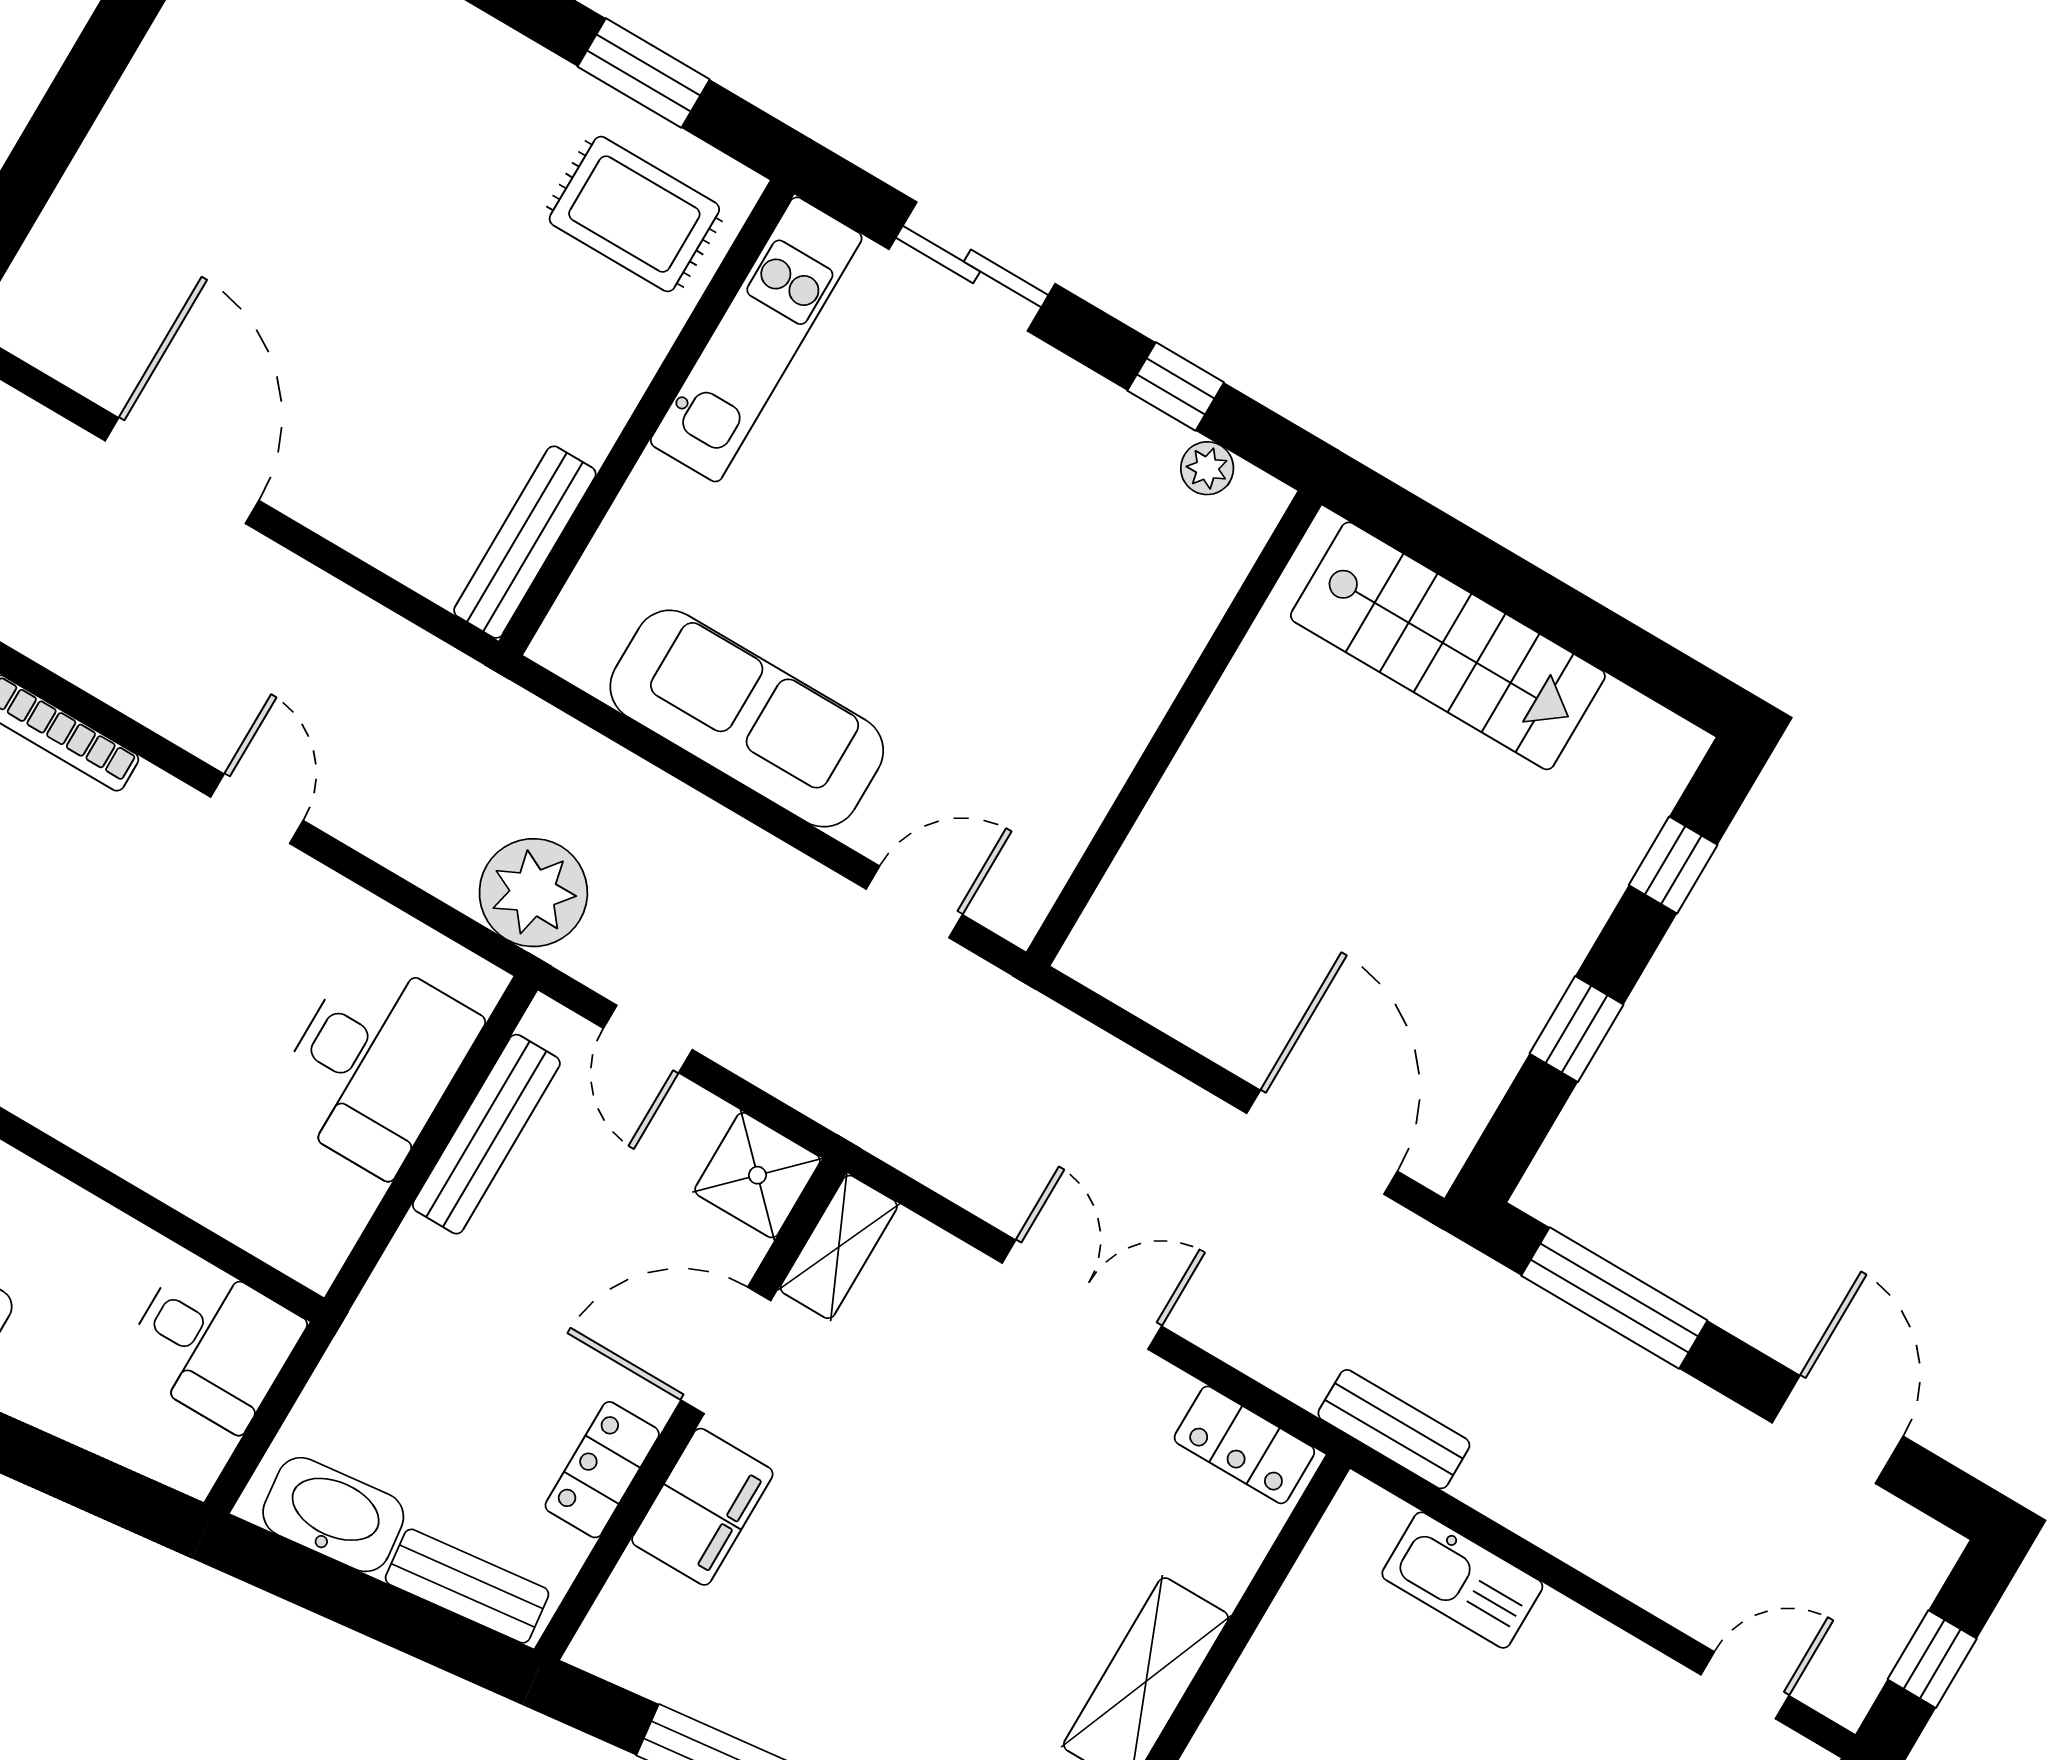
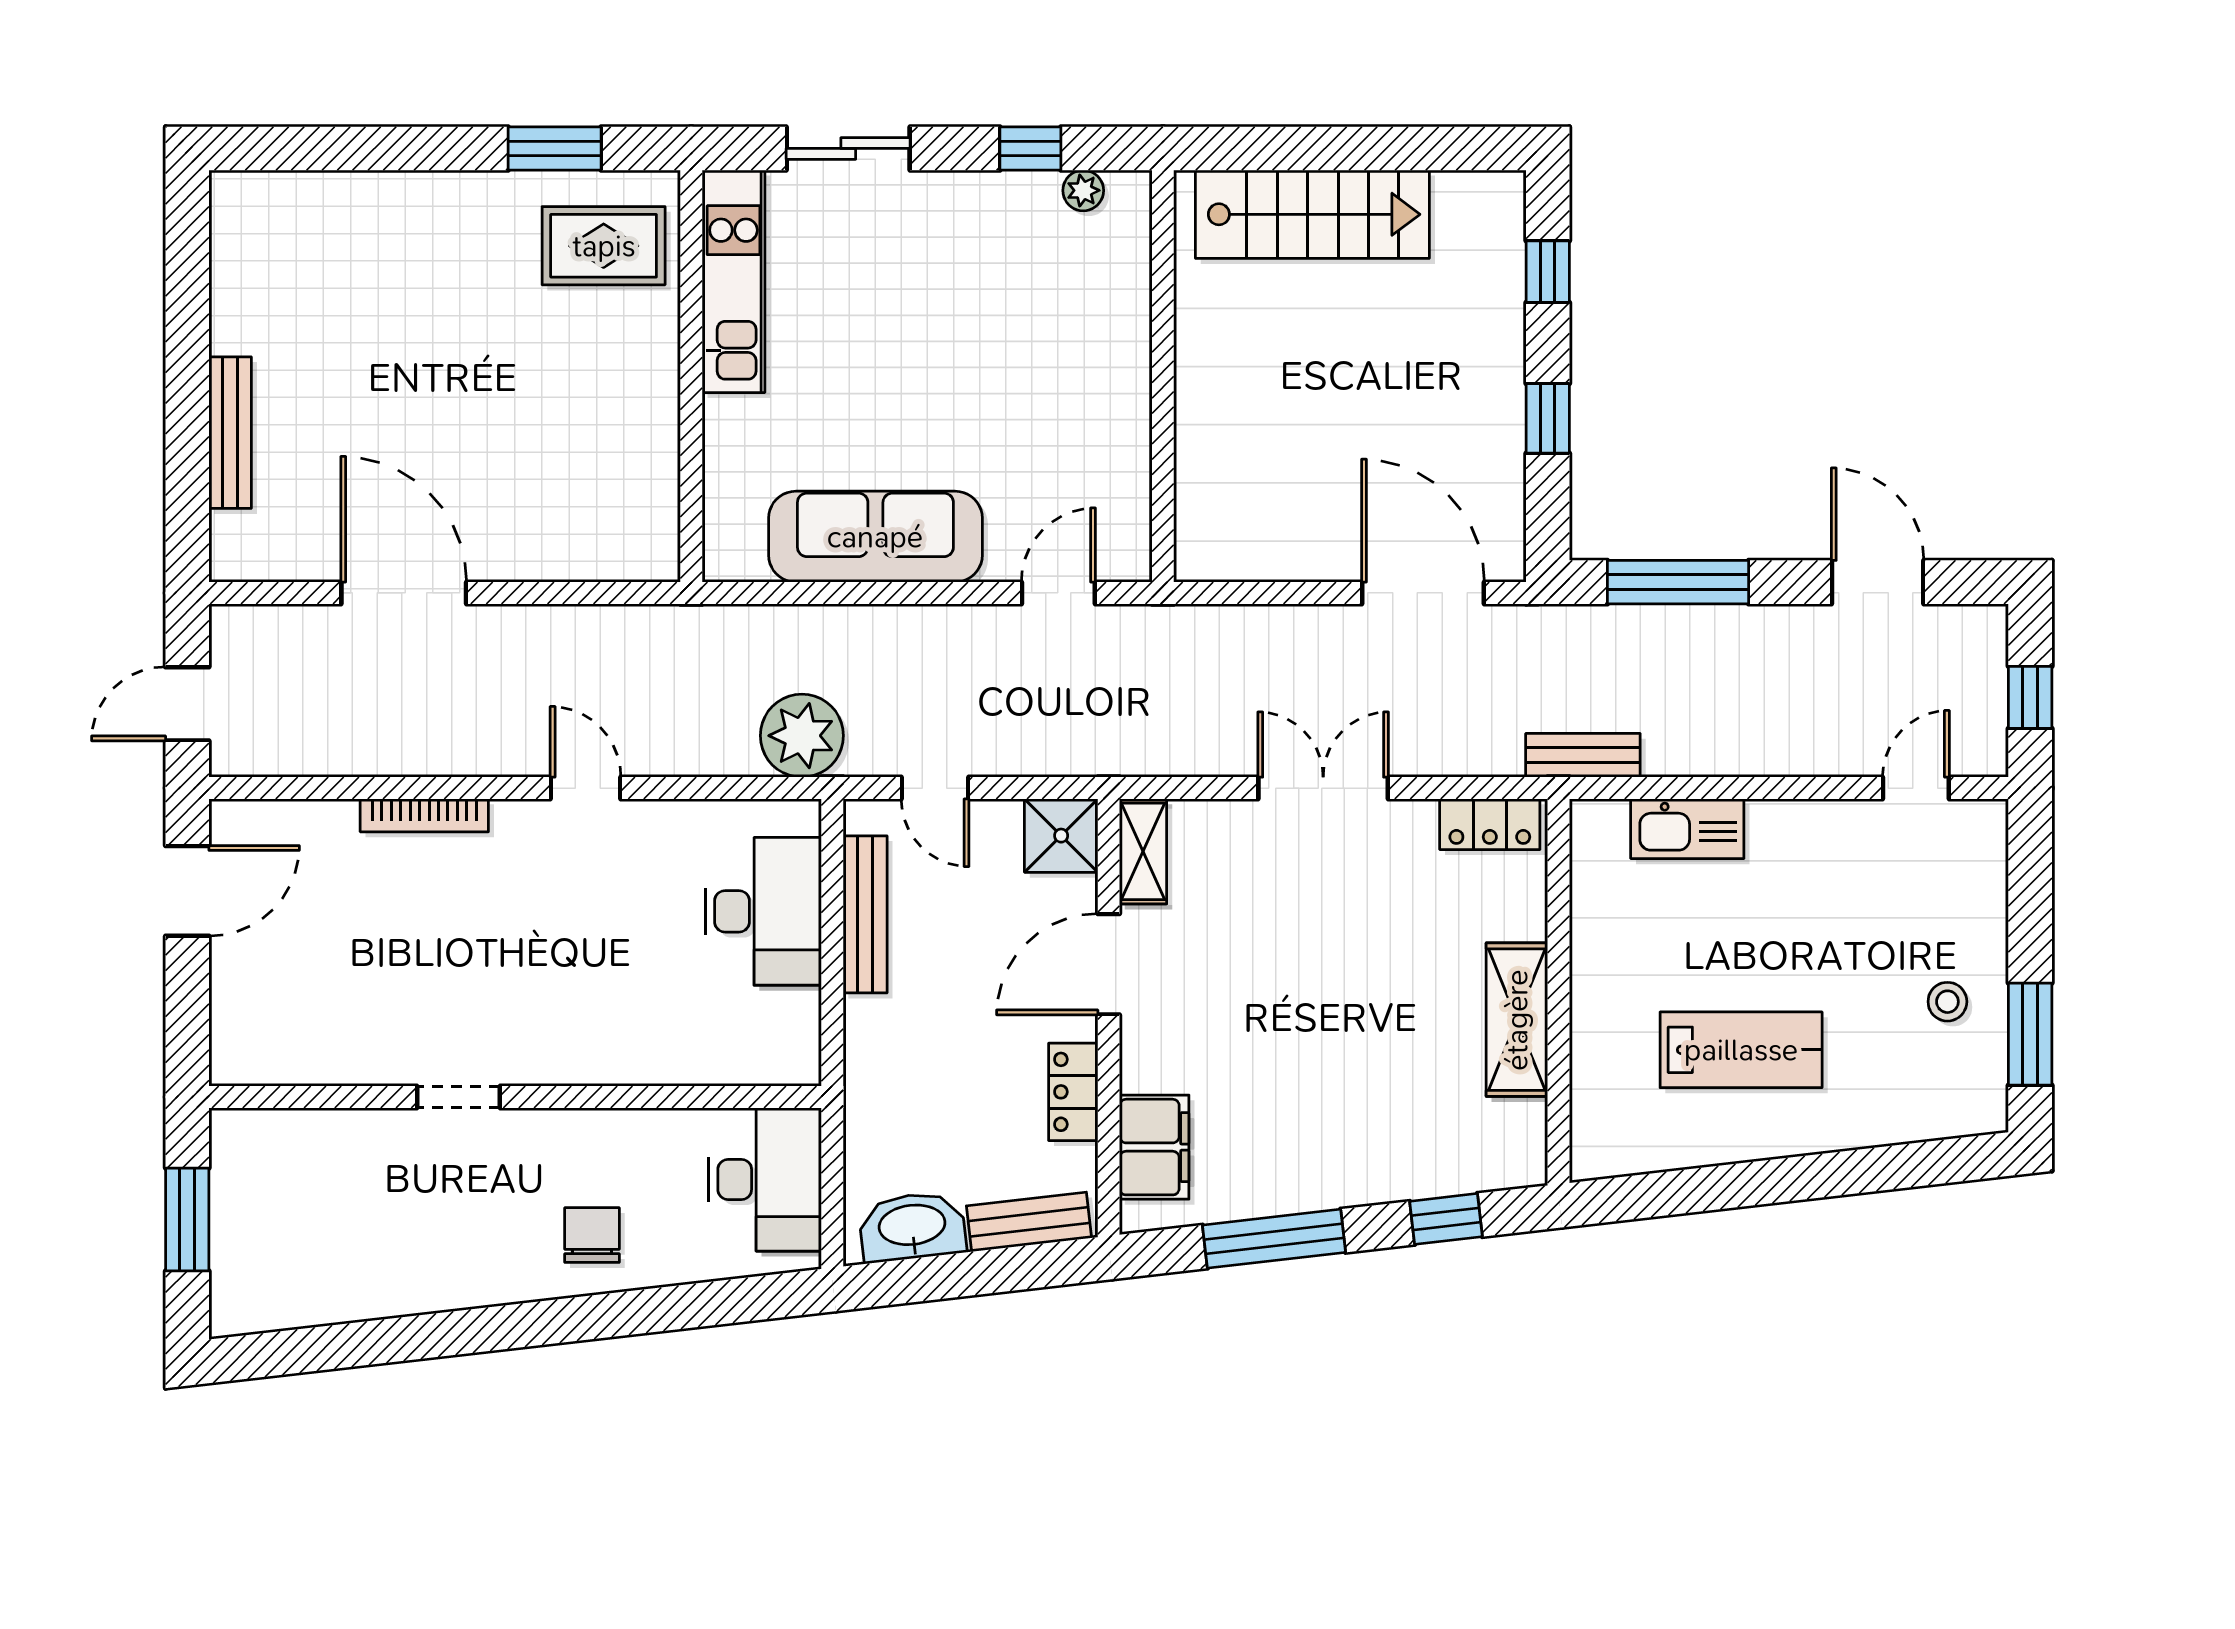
bench: (525, 542) -> (230, 433), moved
desk: (213, 1343) -> (765, 1179), width x1.37
filing cabinet: (702, 1507) -> (1154, 1147), moved

